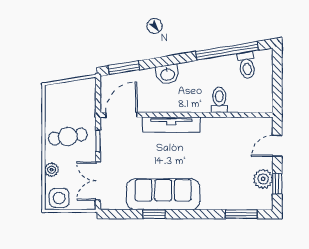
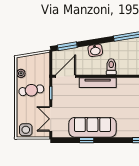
toilet: (219, 100) -> (111, 67), moved
plant: (52, 170) -> (21, 73), moved

